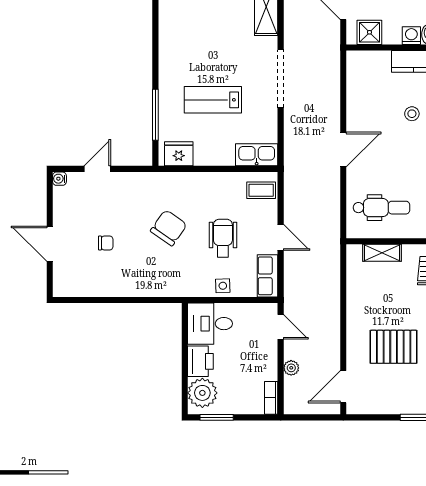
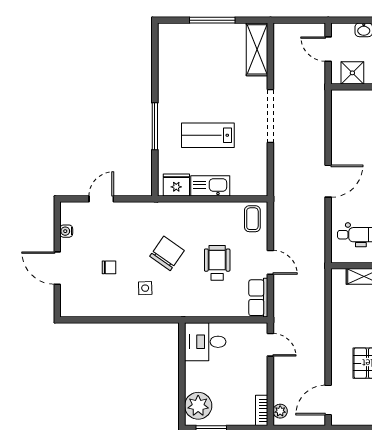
window: (155, 115) -> (155, 126), moved
kitchen sink: (257, 155) -> (210, 186), moved
water cooler: (59, 179) -> (66, 231), moved
coffee table: (261, 190) -> (252, 219), turned 90
side table: (223, 286) -> (145, 288), moved
printer: (200, 361) -> (196, 377), removed
plant: (291, 368) -> (280, 411), moved

